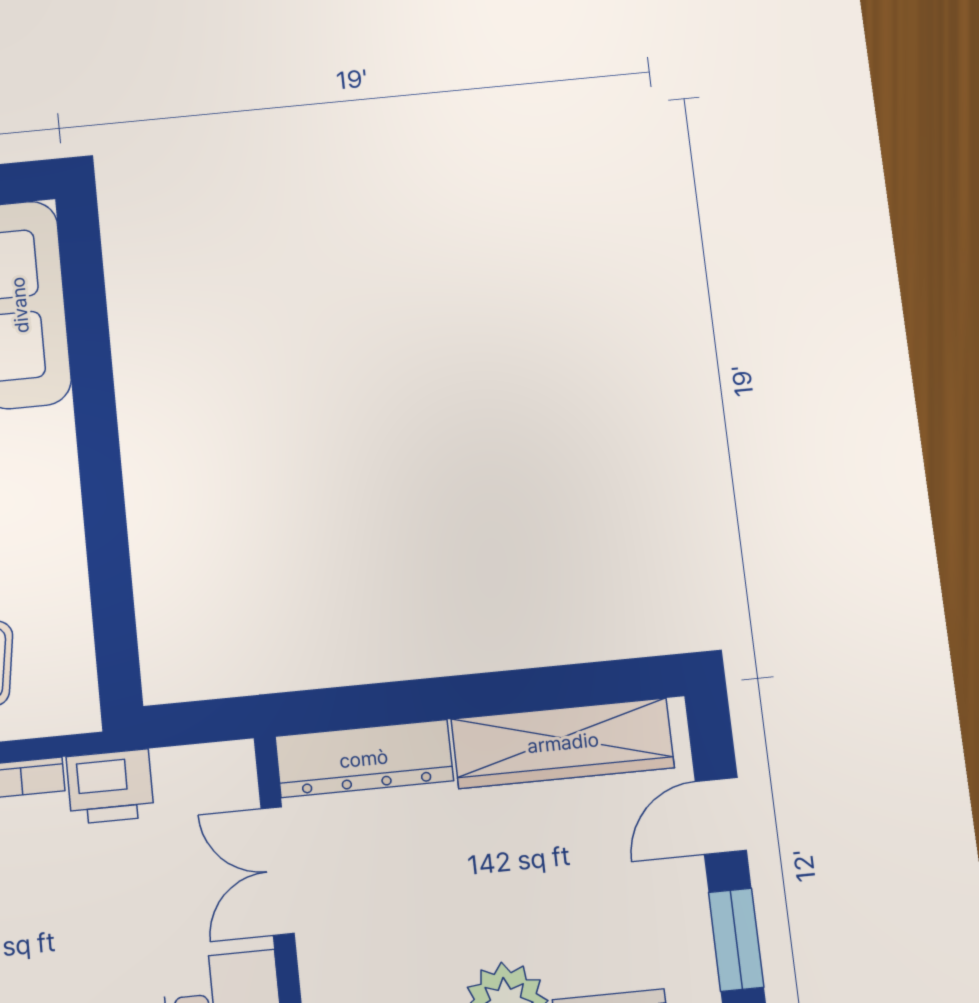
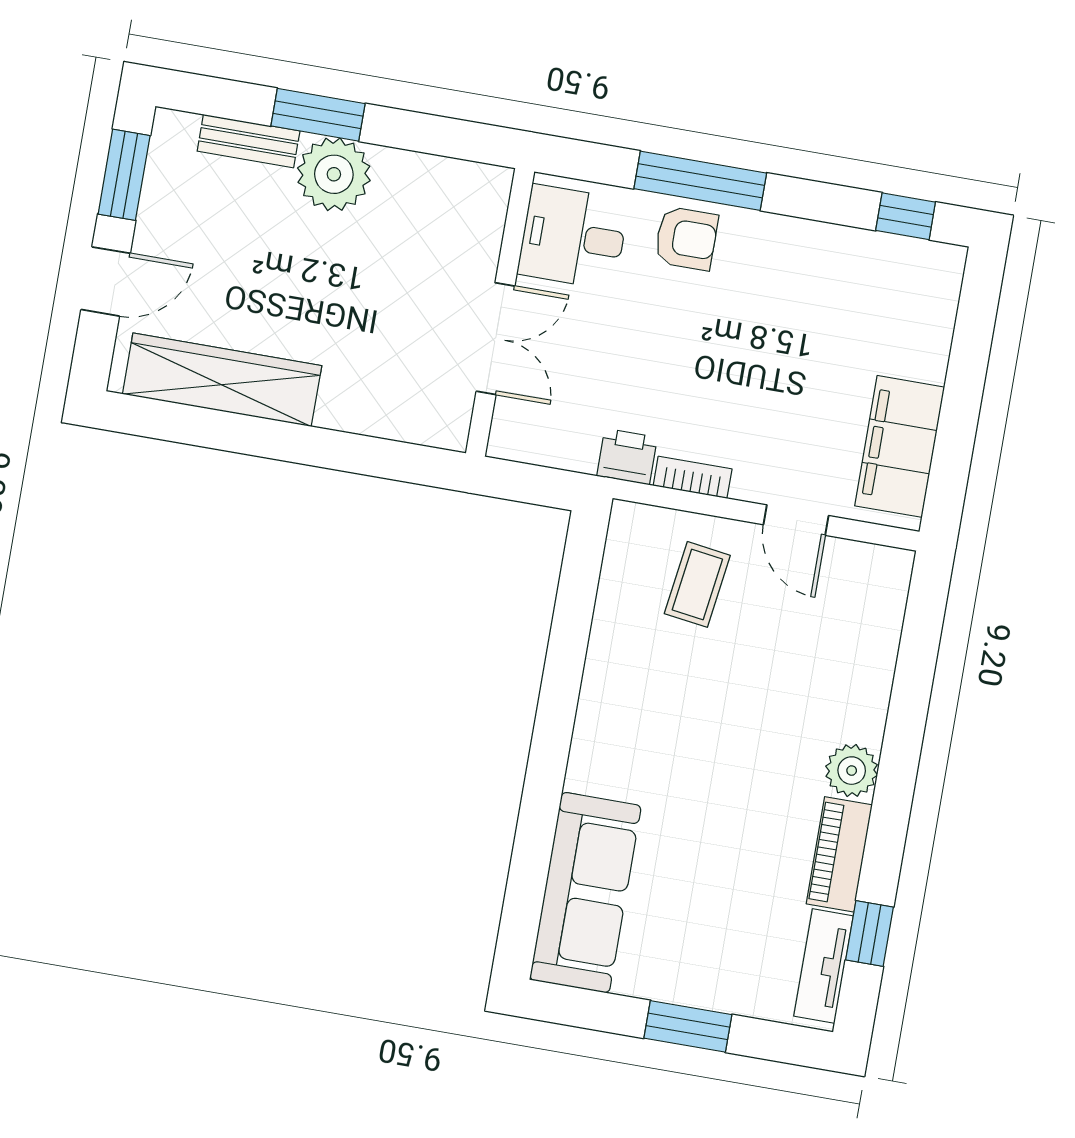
dresser: (364, 759) -> (395, 413), removed
printer: (110, 787) -> (627, 457), width x0.73, depth x0.81

